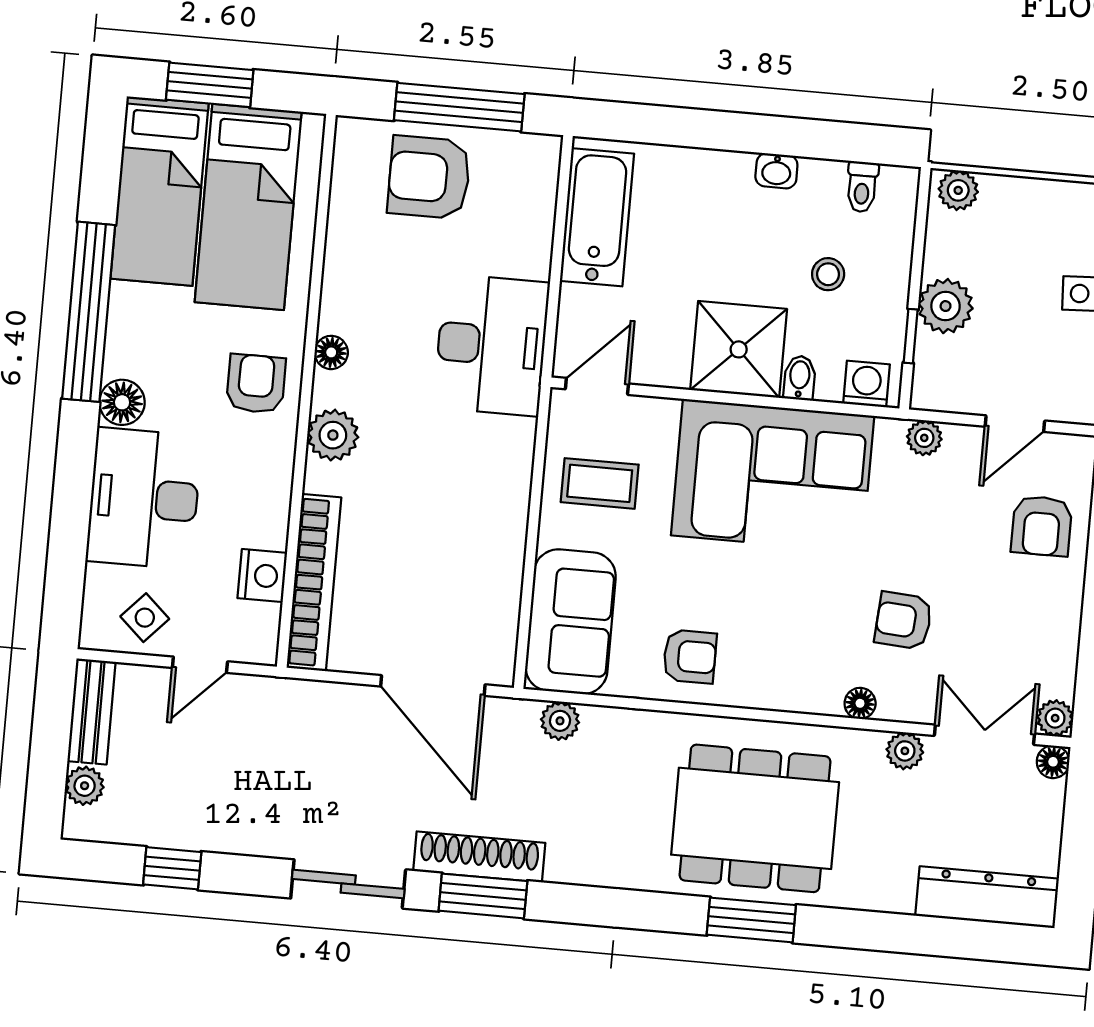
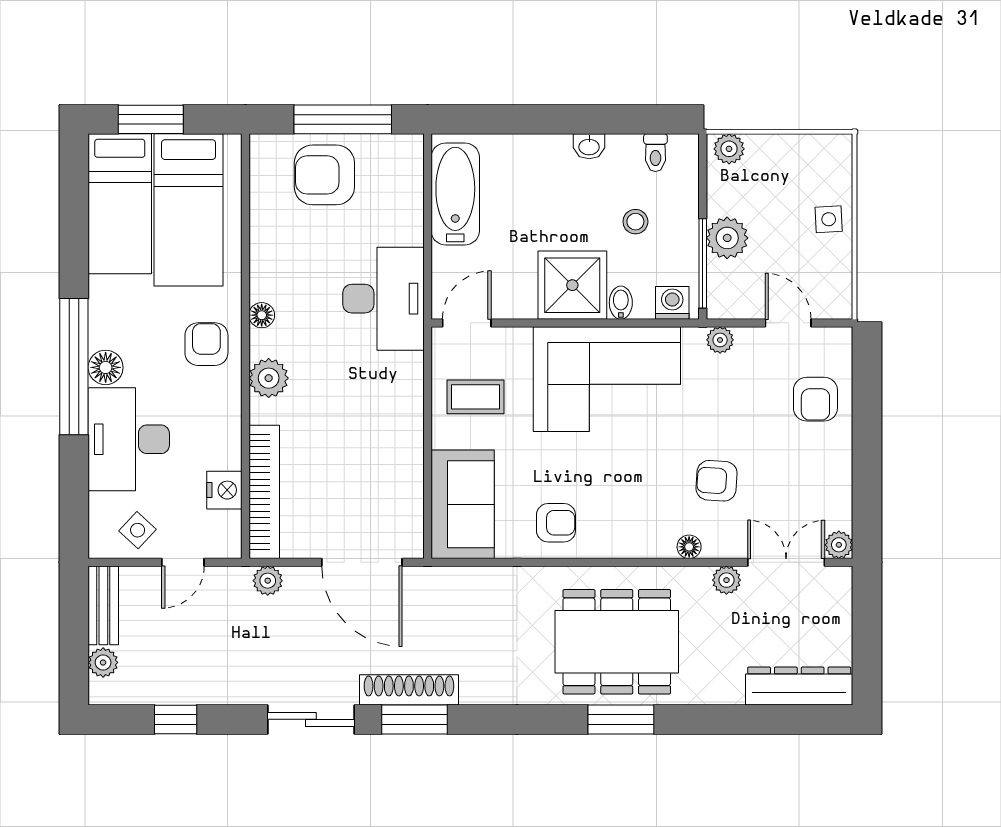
window: (89, 312) -> (74, 367), moved
window: (911, 336) -> (703, 263), width x2.17
door: (1015, 424) -> (788, 323), swing flipped
plant: (560, 721) -> (268, 581), moved
floor lamp: (1053, 762) -> (840, 578), removed

